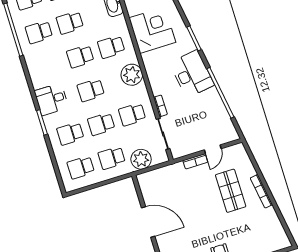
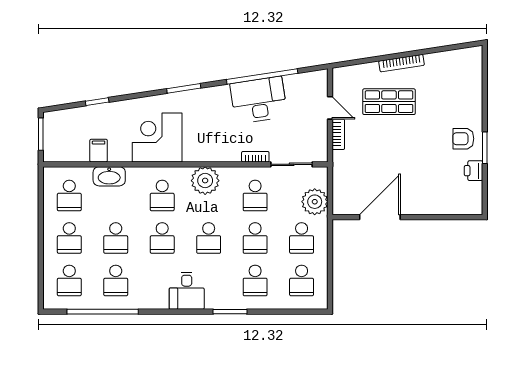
desk: (192, 74) -> (259, 100), moved
desk: (51, 99) -> (187, 291), moved
door: (148, 222) -> (380, 217), moved

